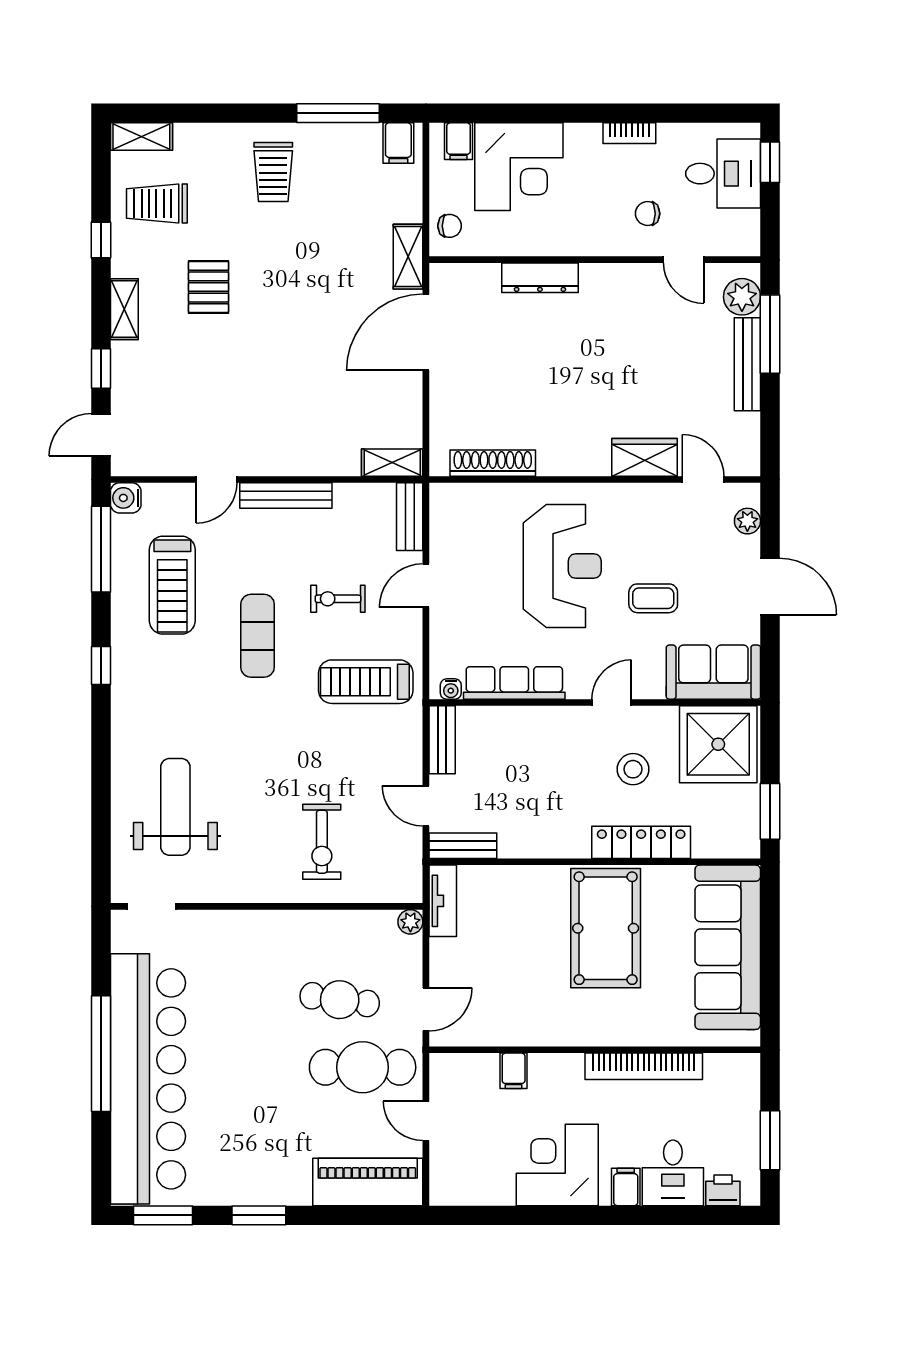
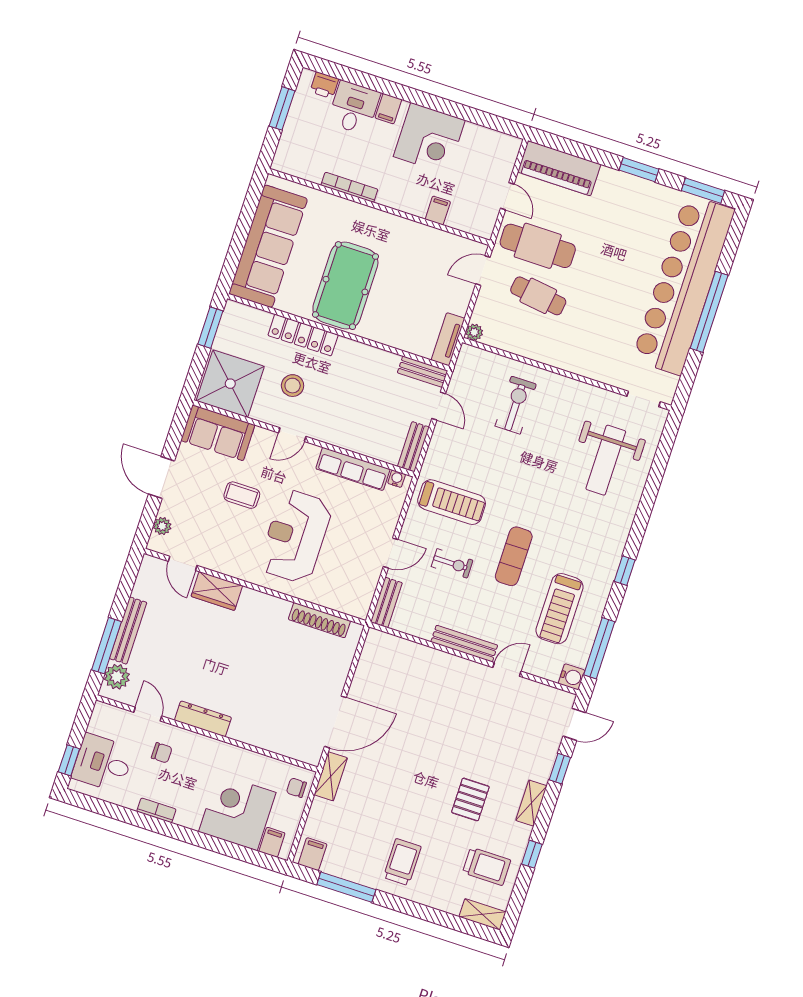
dresser: (540, 278) -> (203, 719), moved
shelving: (392, 463) -> (386, 642), removed
treadmill: (172, 585) -> (560, 609), turned 180
bookcase: (644, 1066) -> (349, 187), width x0.68, depth x0.76

